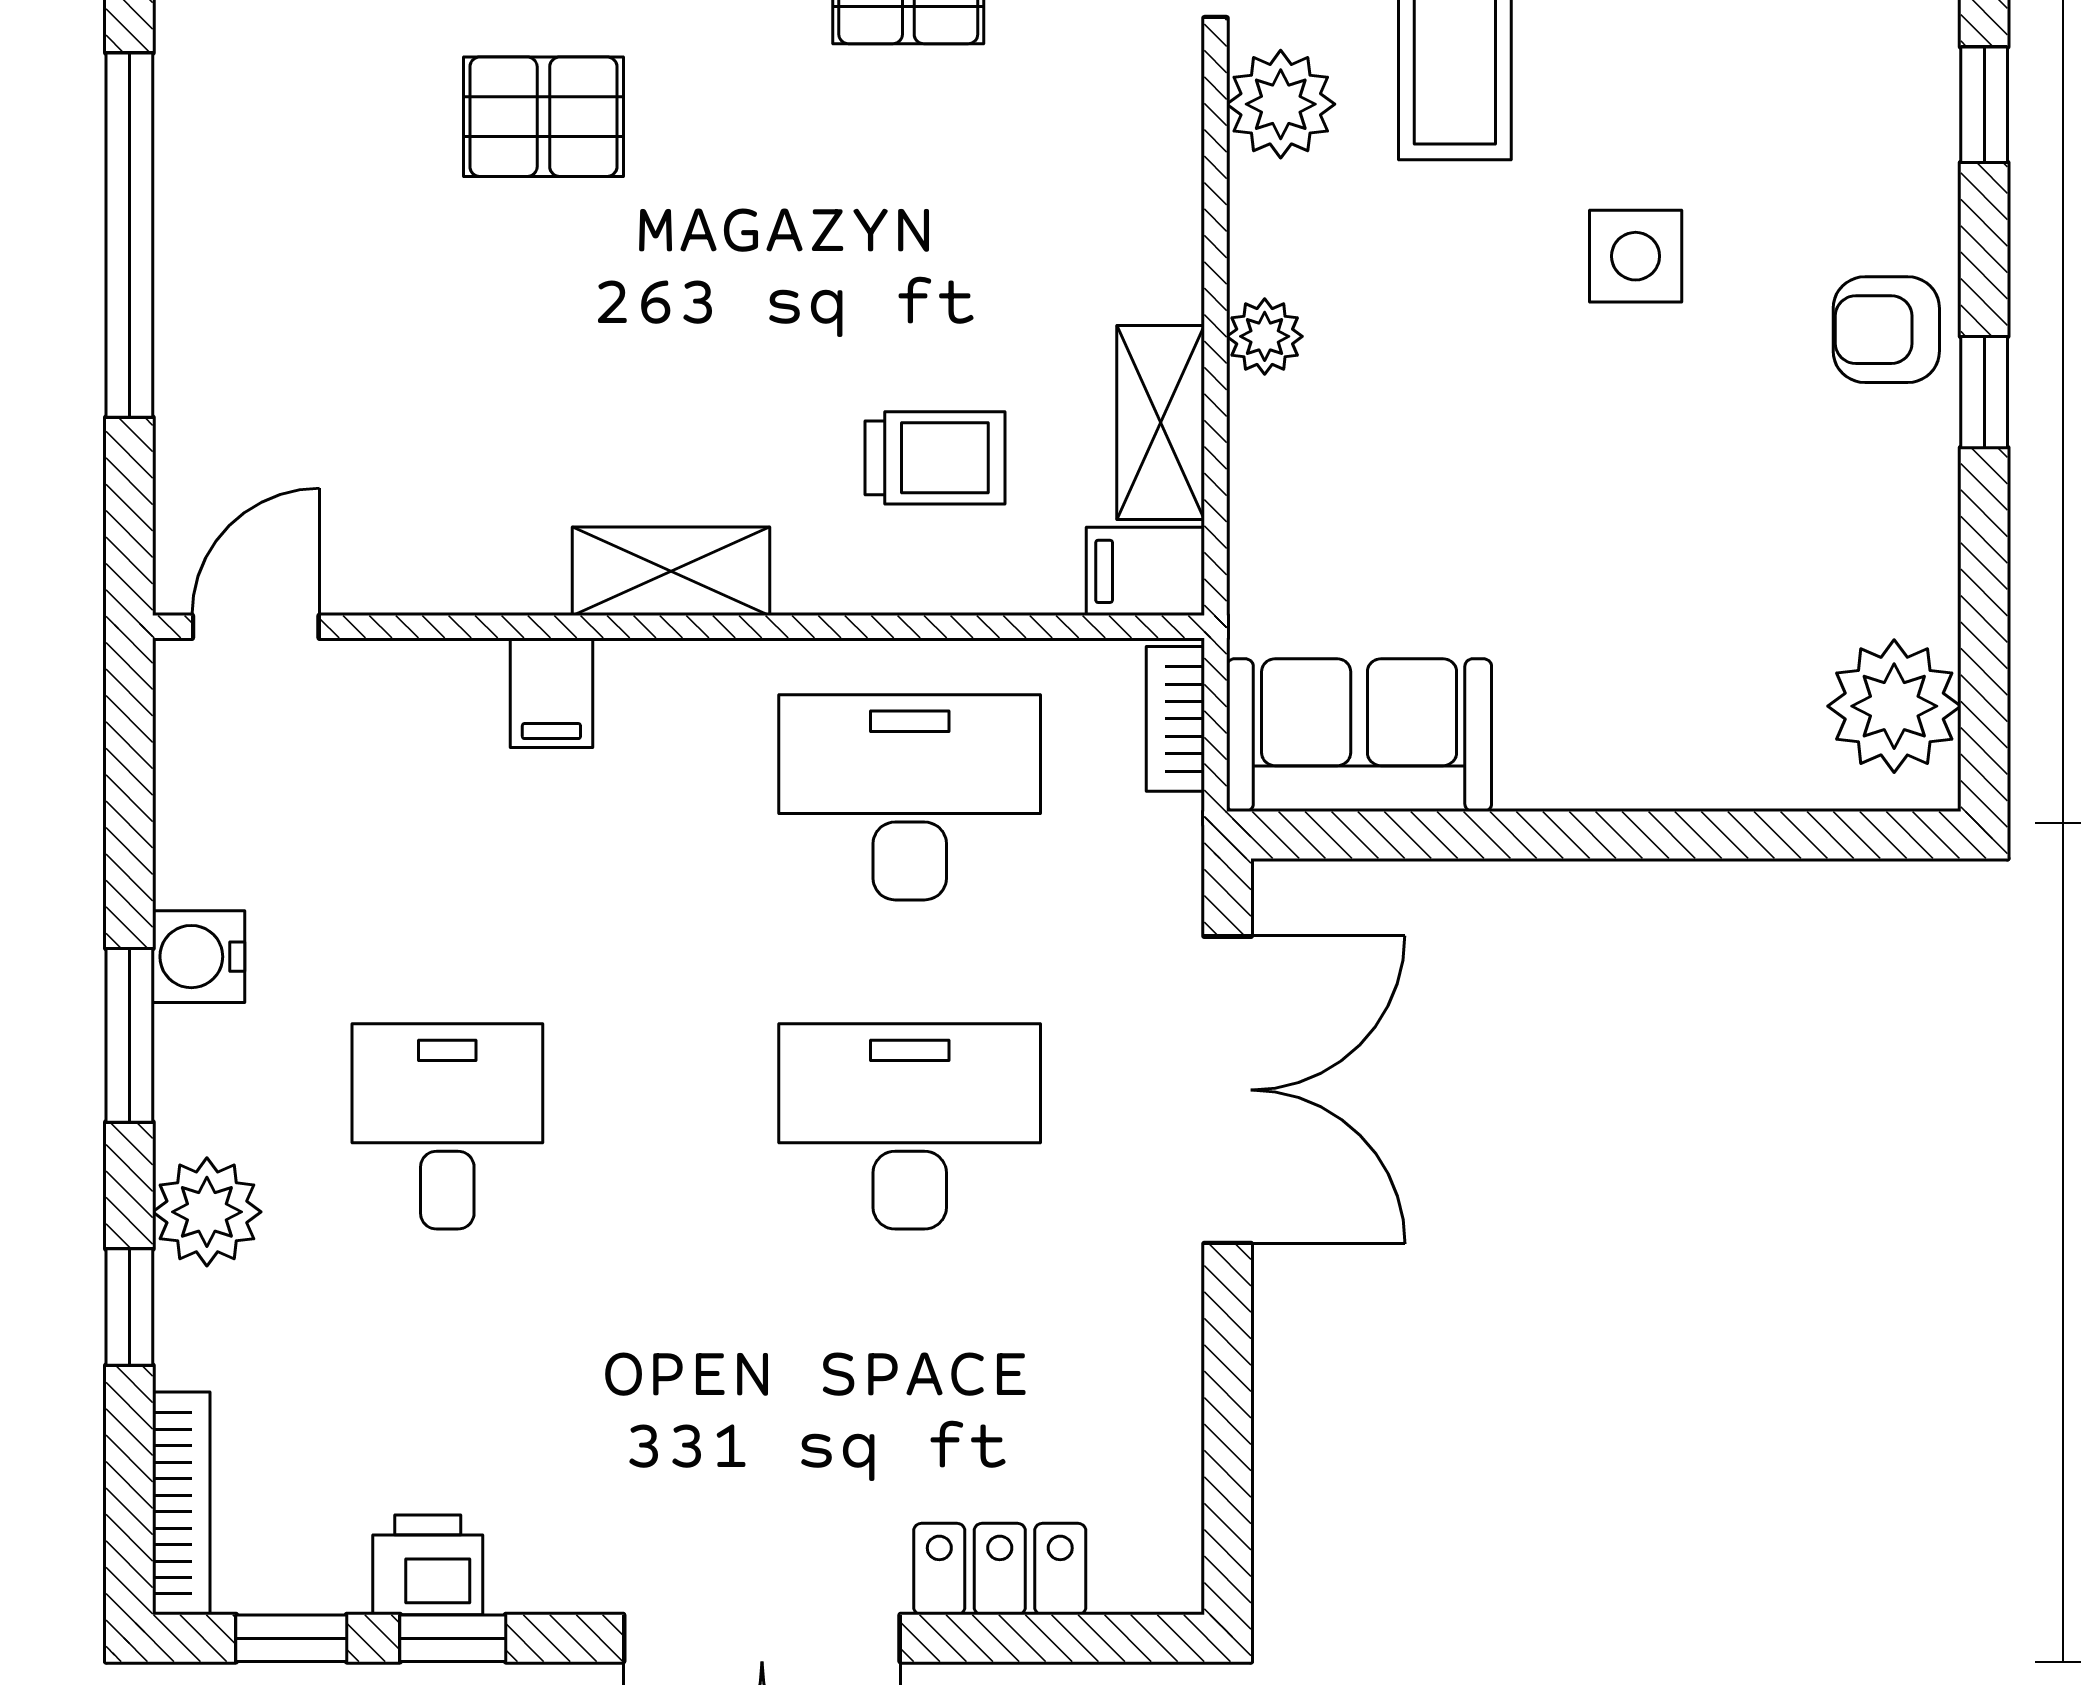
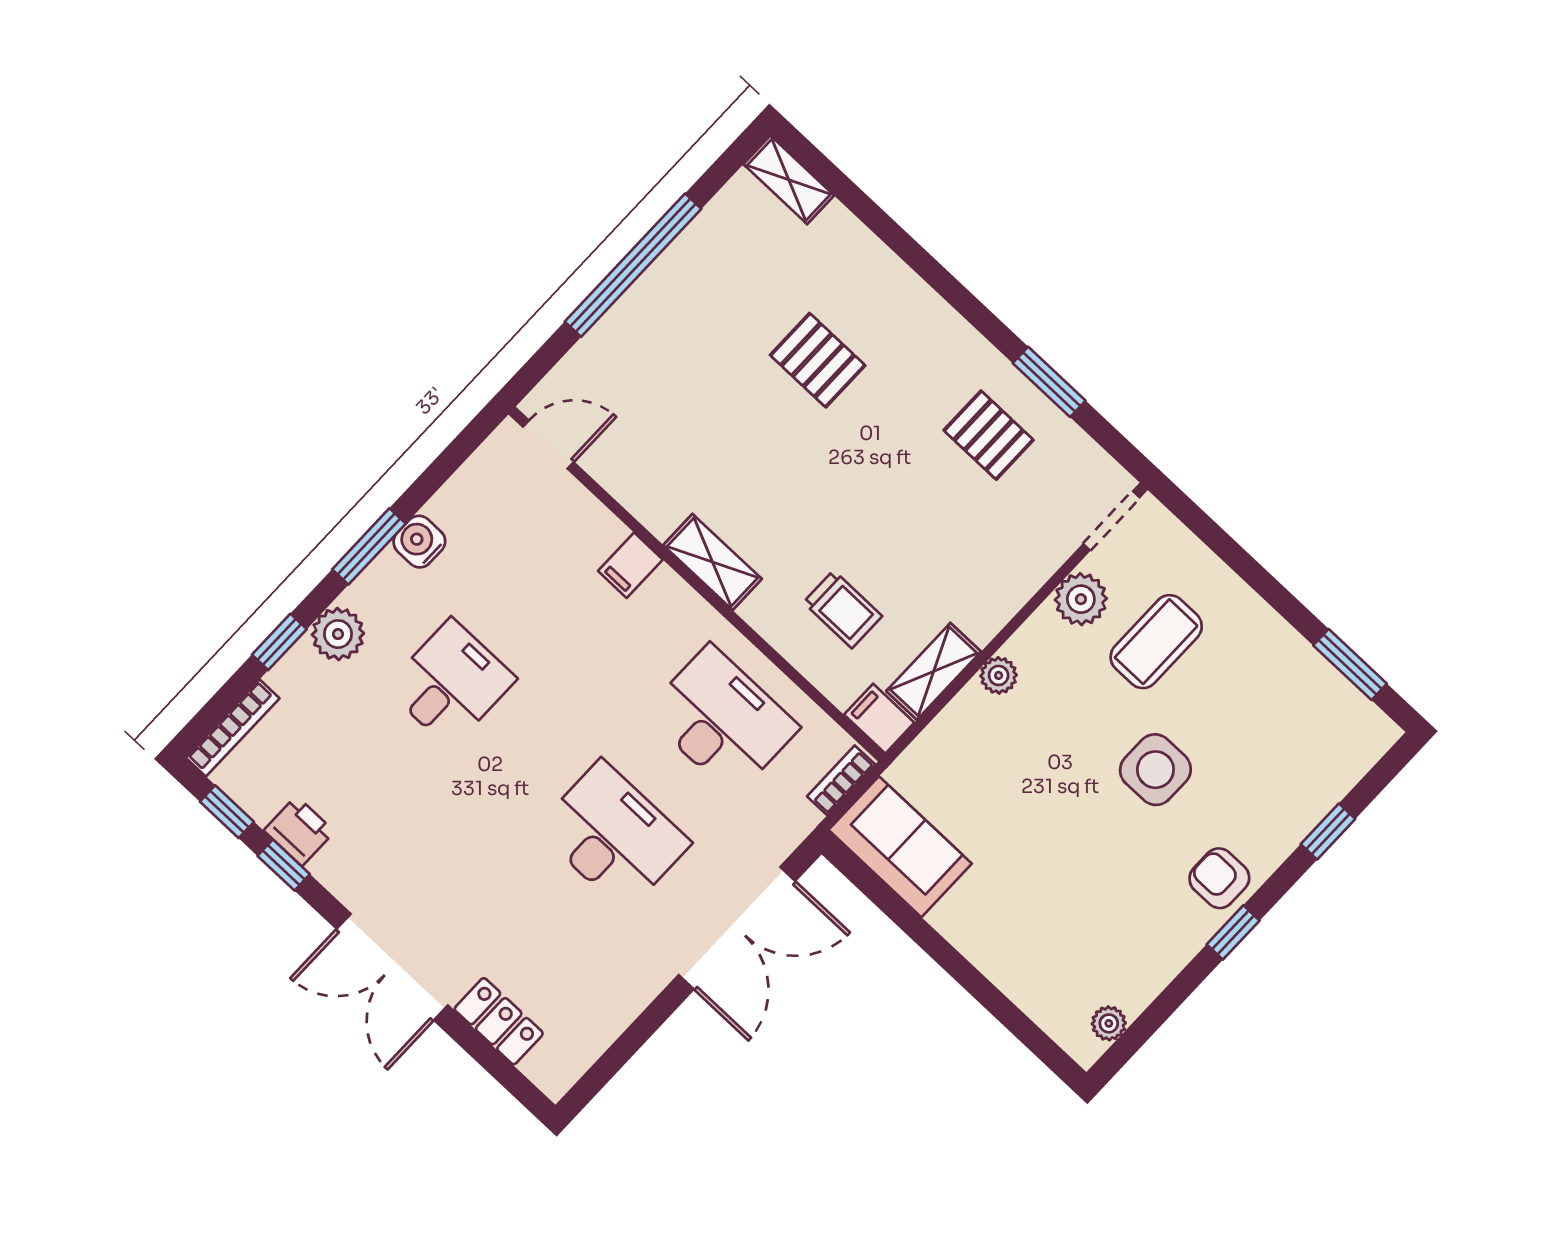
side table: (1636, 256) -> (1155, 770), width x1.37, depth x1.37
plant: (1894, 706) -> (1109, 1023), width x0.53, depth x0.53

